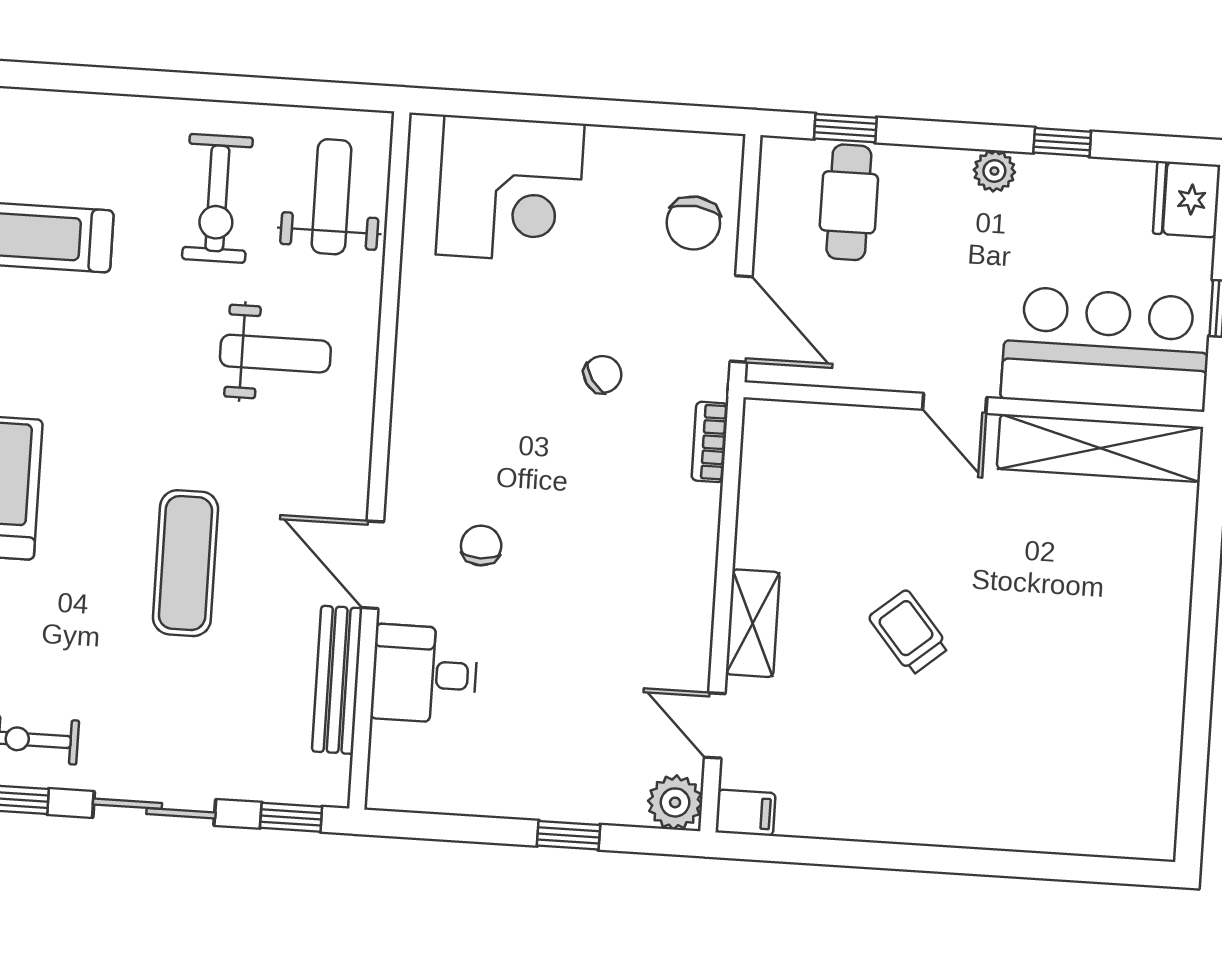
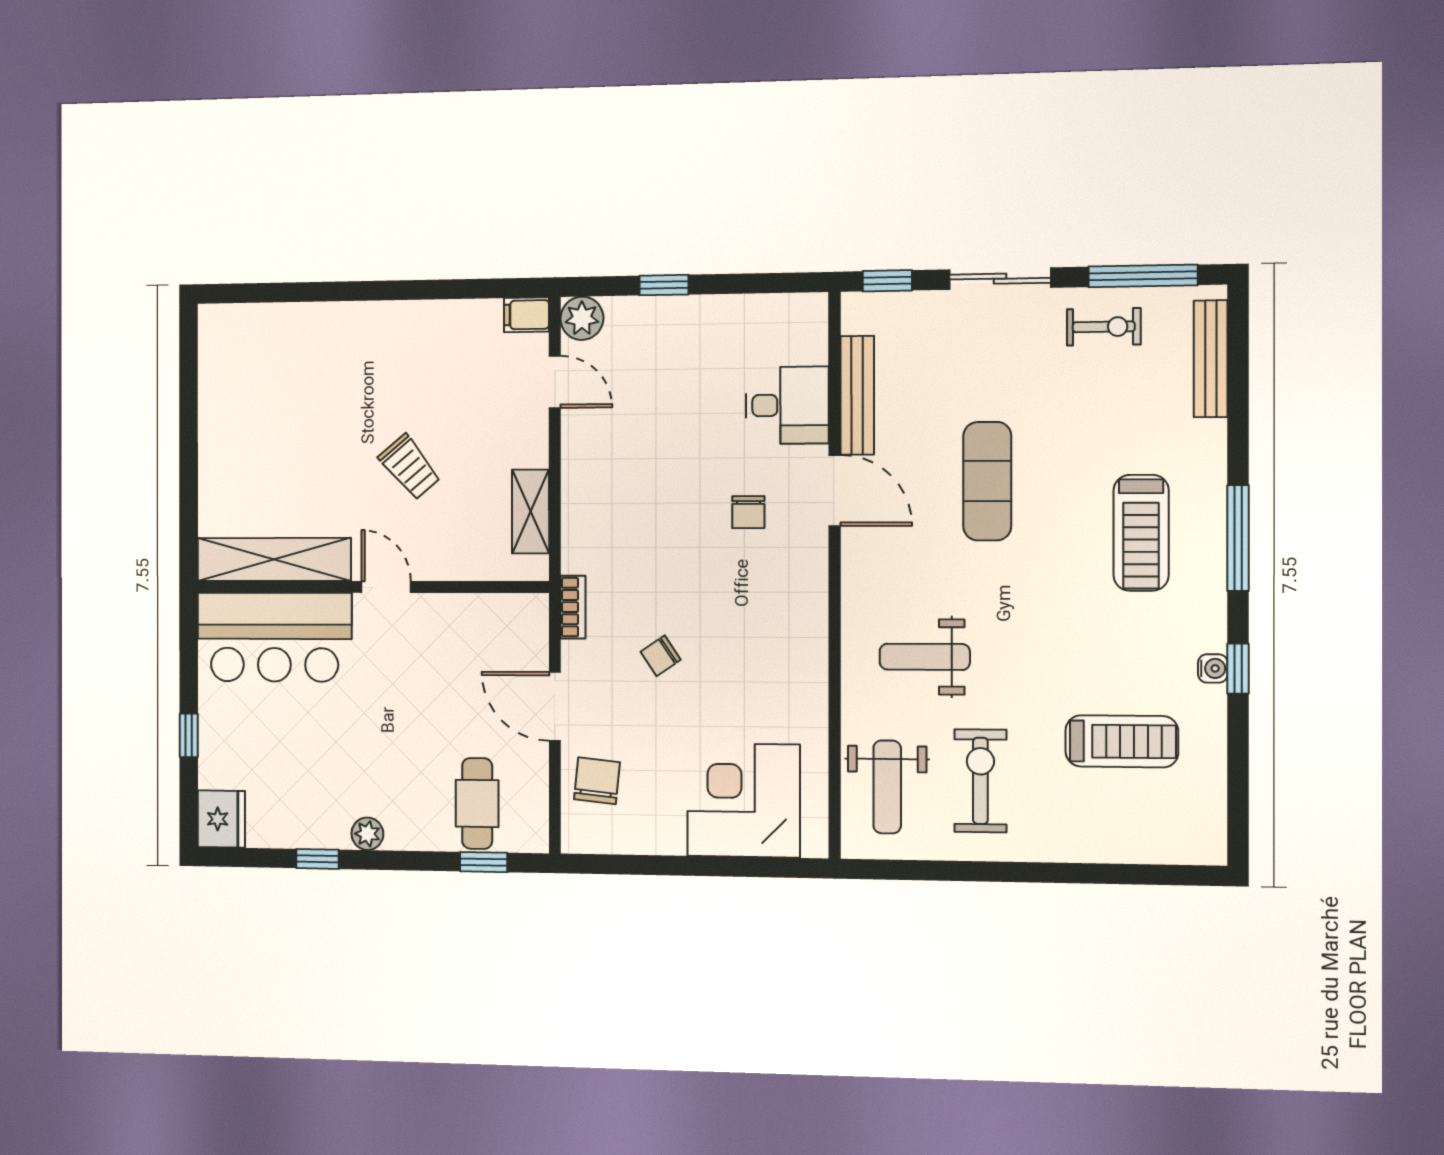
bar counter: (1106, 349) -> (274, 637), moved
door: (955, 403) -> (386, 587), moved
wall: (974, 405) -> (371, 587), moved
shelving: (1100, 448) -> (274, 559), moved
shelving: (753, 623) -> (530, 512), moved

